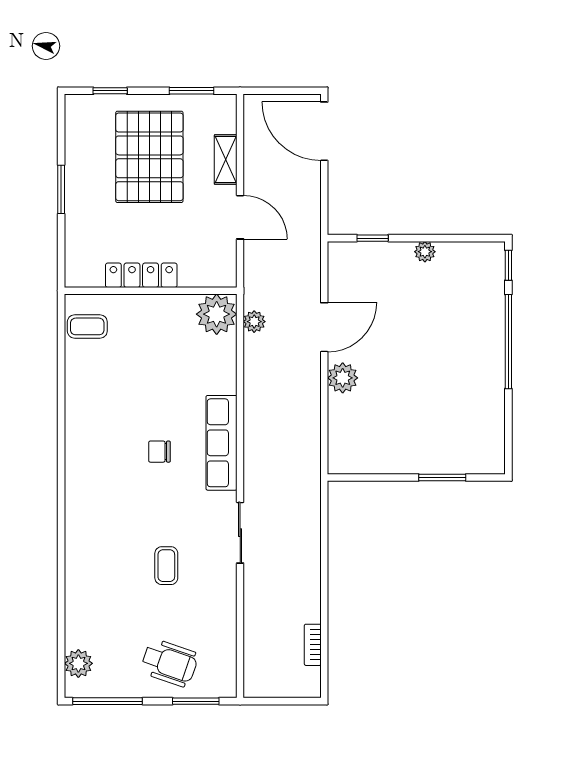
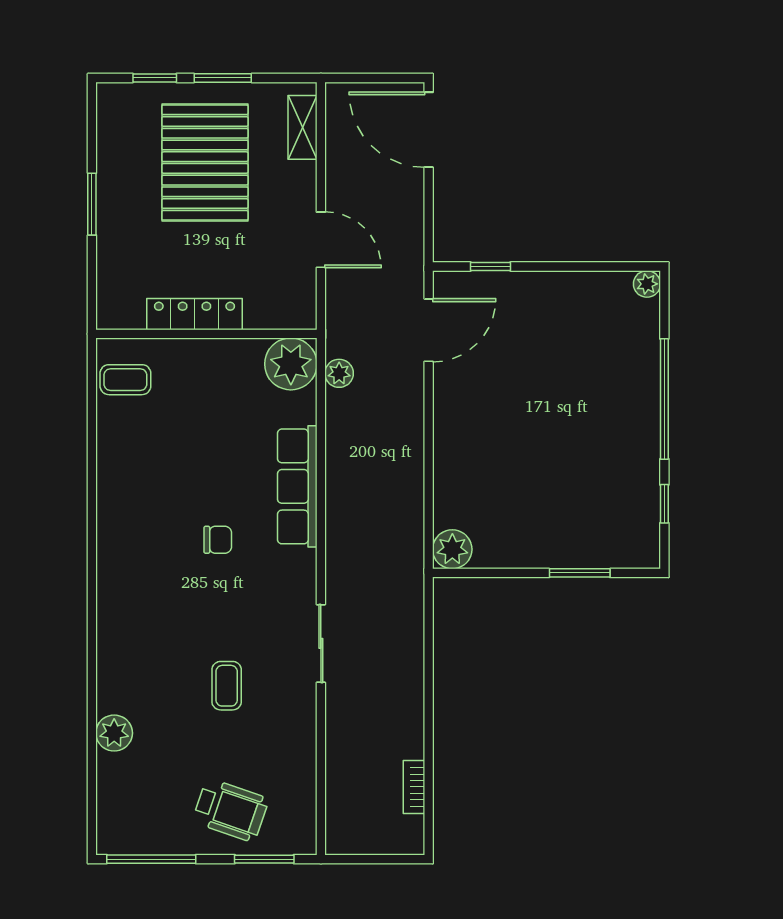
window: (192, 91) -> (223, 78), moved
shelving: (226, 160) -> (303, 127), moved
plant: (425, 252) -> (647, 284), moved
window: (508, 265) -> (664, 504), moved
door: (324, 327) -> (429, 330), moved
plant: (343, 378) -> (452, 549), moved
row of seats: (222, 443) -> (297, 486), moved
chair: (159, 452) -> (218, 540), turned 180
plant: (78, 663) -> (114, 733), moved

